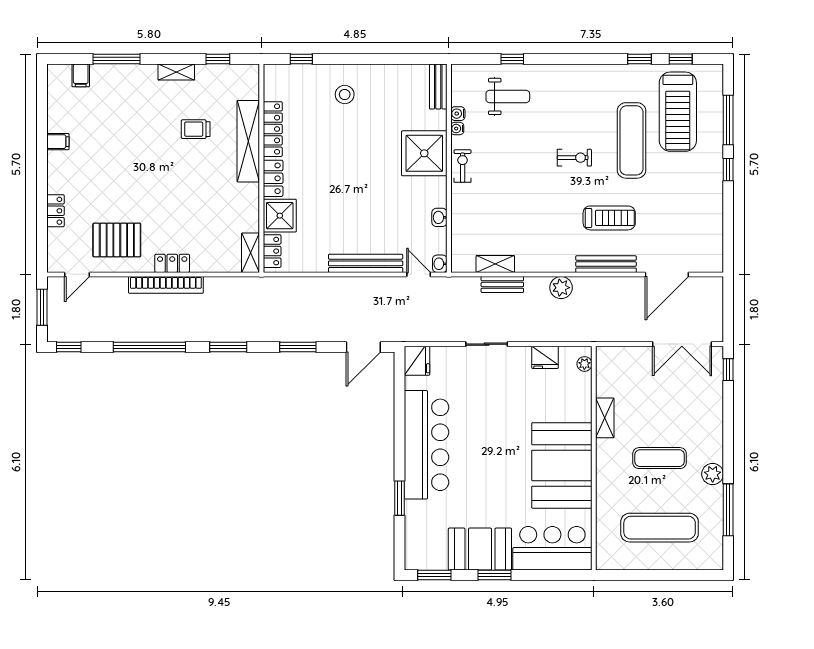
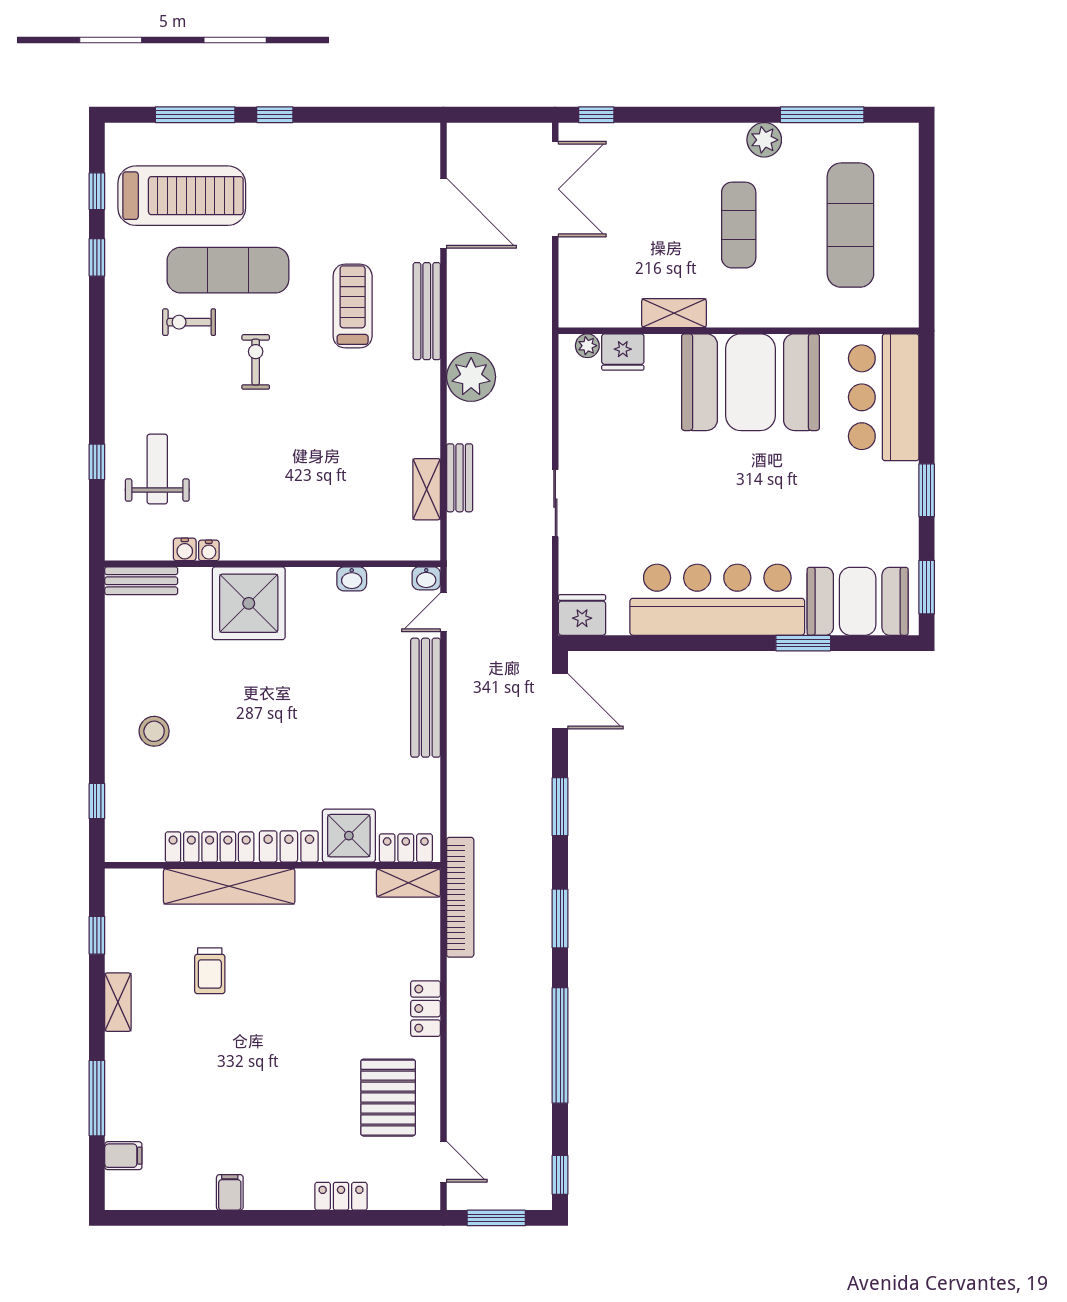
exercise bike: (463, 166) -> (189, 322), moved
bookcase: (166, 285) -> (460, 897), moved
plant: (561, 288) -> (471, 377), width x1.36, depth x1.36
fridge: (545, 357) -> (623, 352), moved, turned 90
booth: (480, 549) -> (858, 601), moved, turned 90

